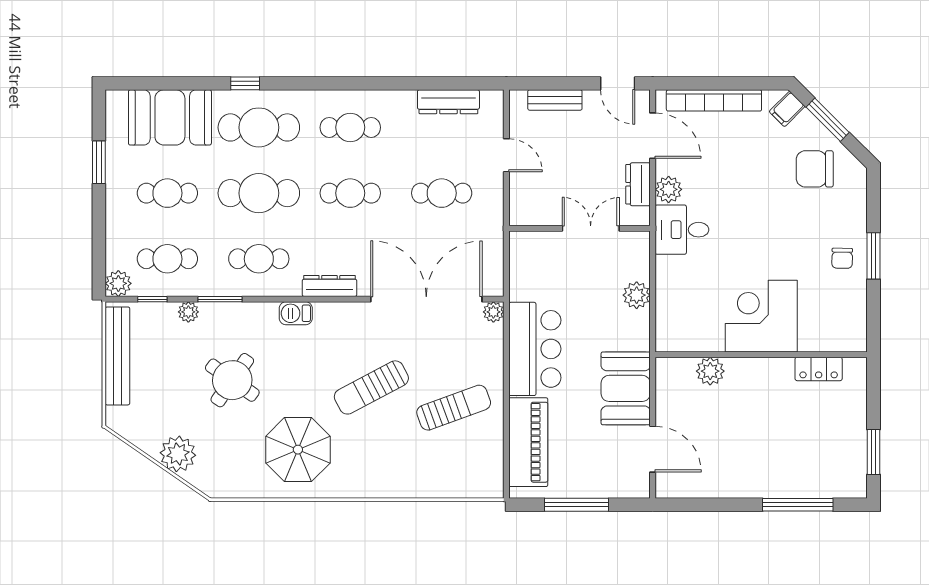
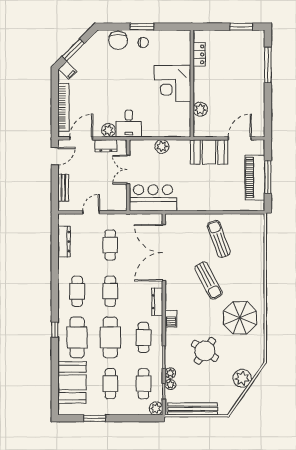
window: (245, 83) -> (55, 330), moved
chair: (815, 169) -> (118, 40), moved
plant: (493, 312) -> (170, 385), moved
bar counter: (535, 349) -> (153, 198), moved
piano: (528, 442) -> (255, 177), moved, turned -90

